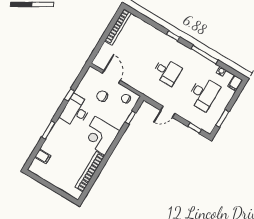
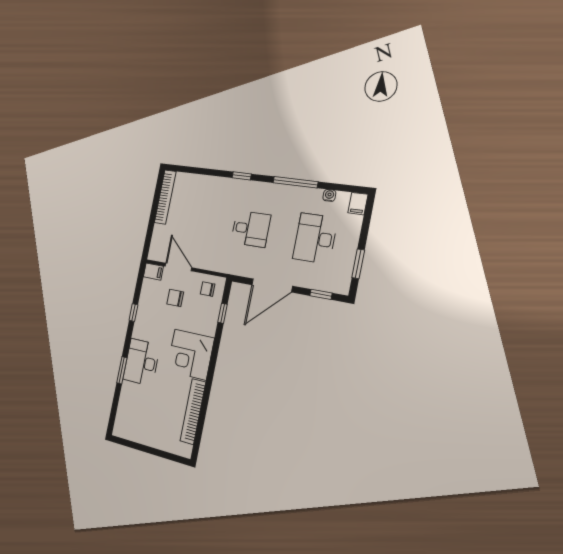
desk: (204, 94) -> (315, 238), turned 180
desk: (76, 111) -> (142, 362), moved
door: (168, 112) -> (272, 285), width x1.87
filing cabinet: (43, 156) -> (153, 272), moved

